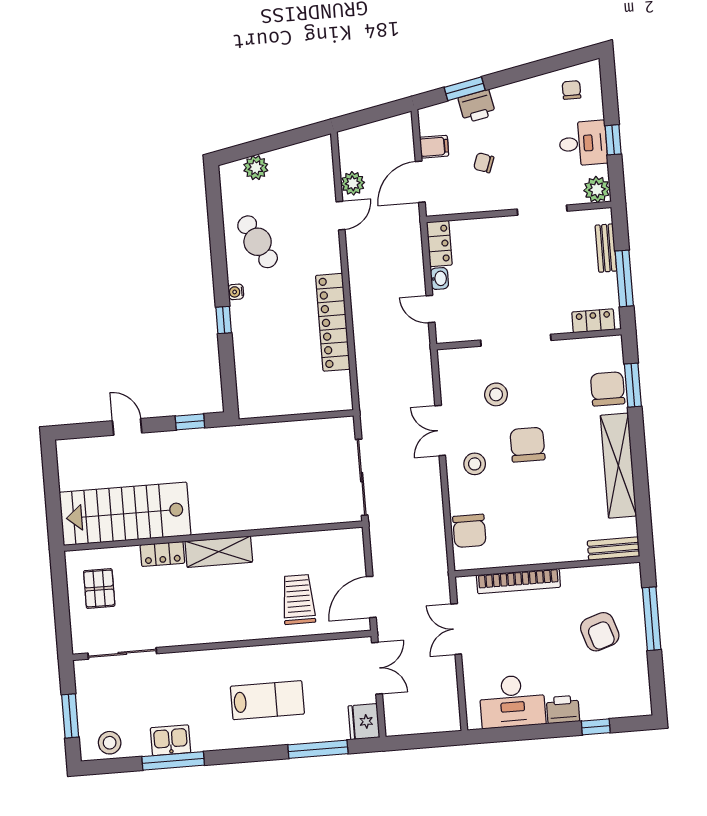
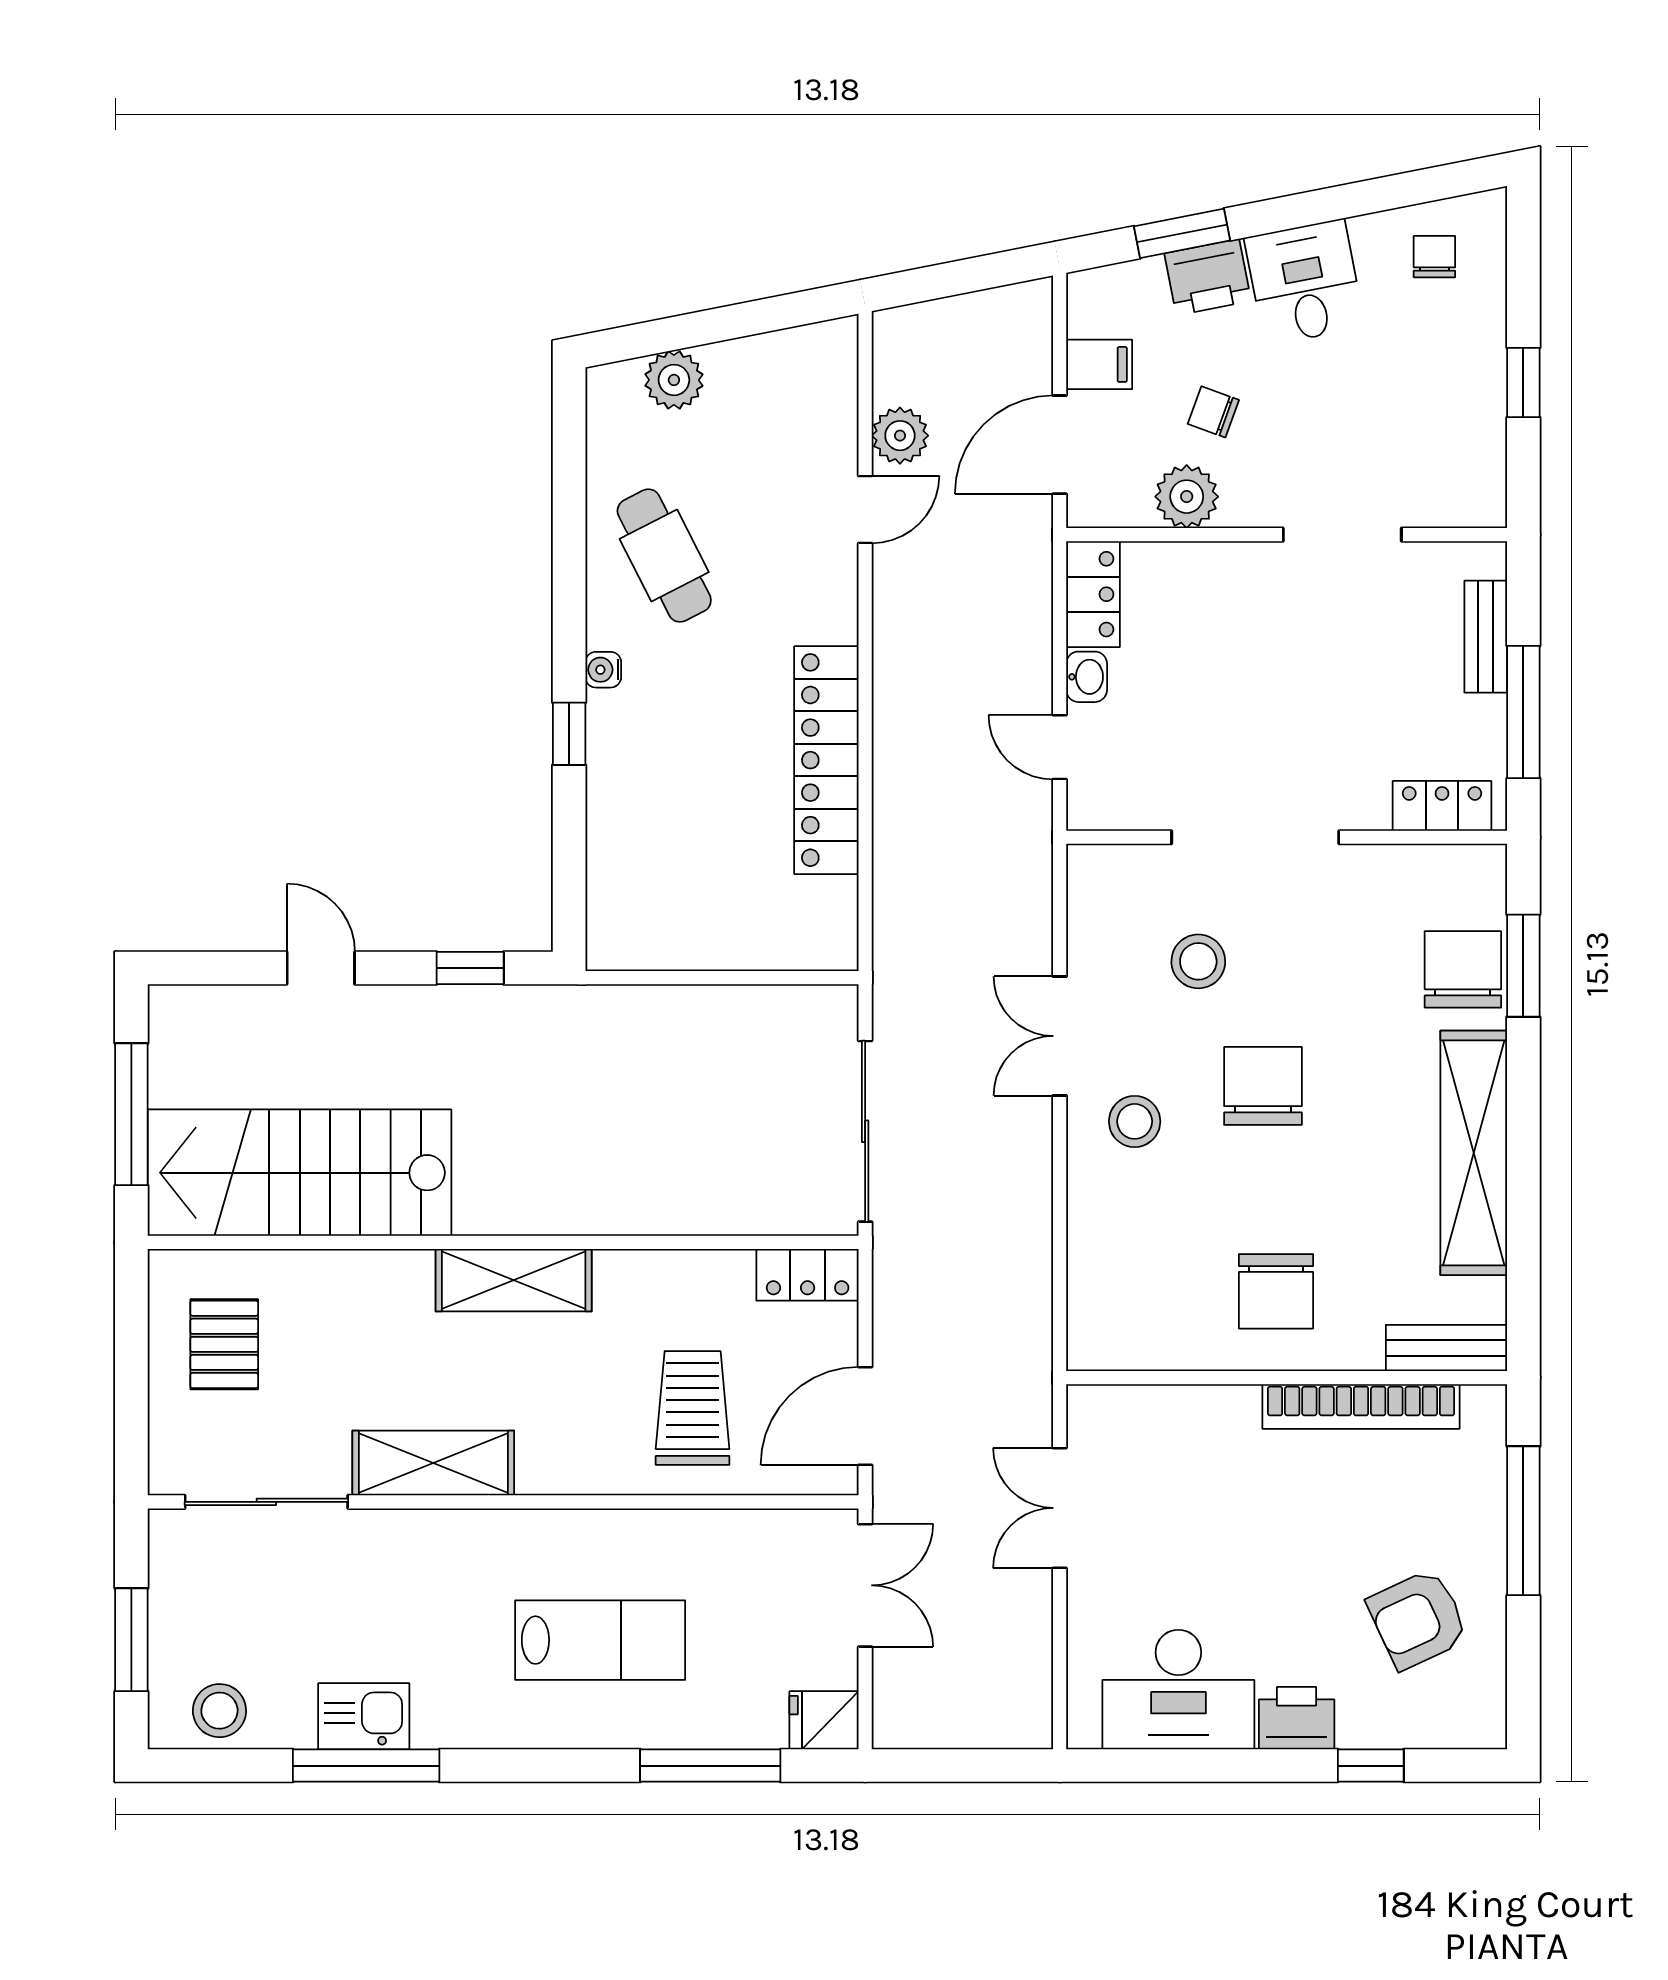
desk: (583, 143) -> (1305, 282), moved, turned -101
plant: (597, 190) -> (1187, 497), moved
window: (52, 495) -> (131, 1114), added
chair: (469, 531) -> (1276, 1291), moved
locker: (162, 554) -> (808, 1275), moved
bookcase: (518, 581) -> (1361, 1406), moved
shelving: (191, 631) -> (433, 1463), added
armchair: (600, 632) -> (1418, 1619), moved, turned 83
fridge: (364, 722) -> (824, 1720), width x0.72

